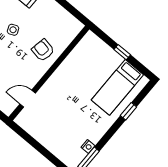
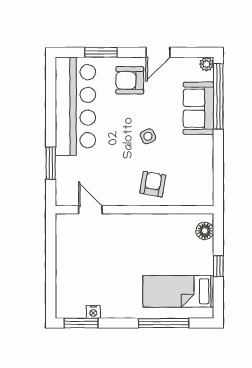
floor lamp: (95, 43) -> (205, 231), added
window: (128, 111) -> (164, 323), width x2.17

